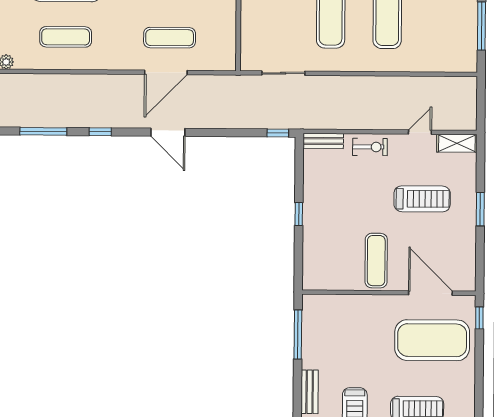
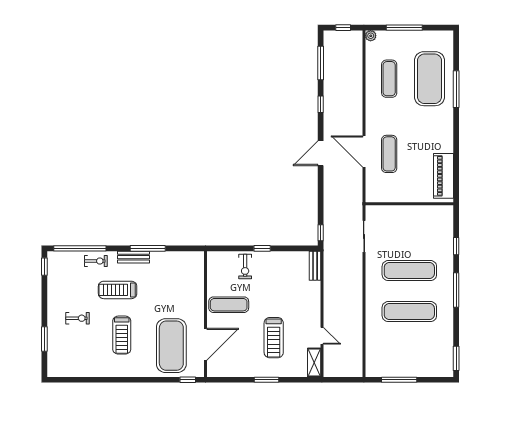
exercise bike: (370, 147) -> (245, 266), moved
window: (298, 334) -> (148, 248), moved

